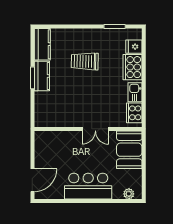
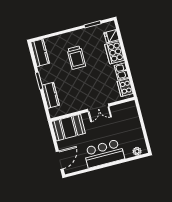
trolley: (85, 61) -> (76, 57), turned -91
kitchen counter: (42, 76) -> (51, 95), moved
booth: (129, 150) -> (68, 127), moved, turned 90

